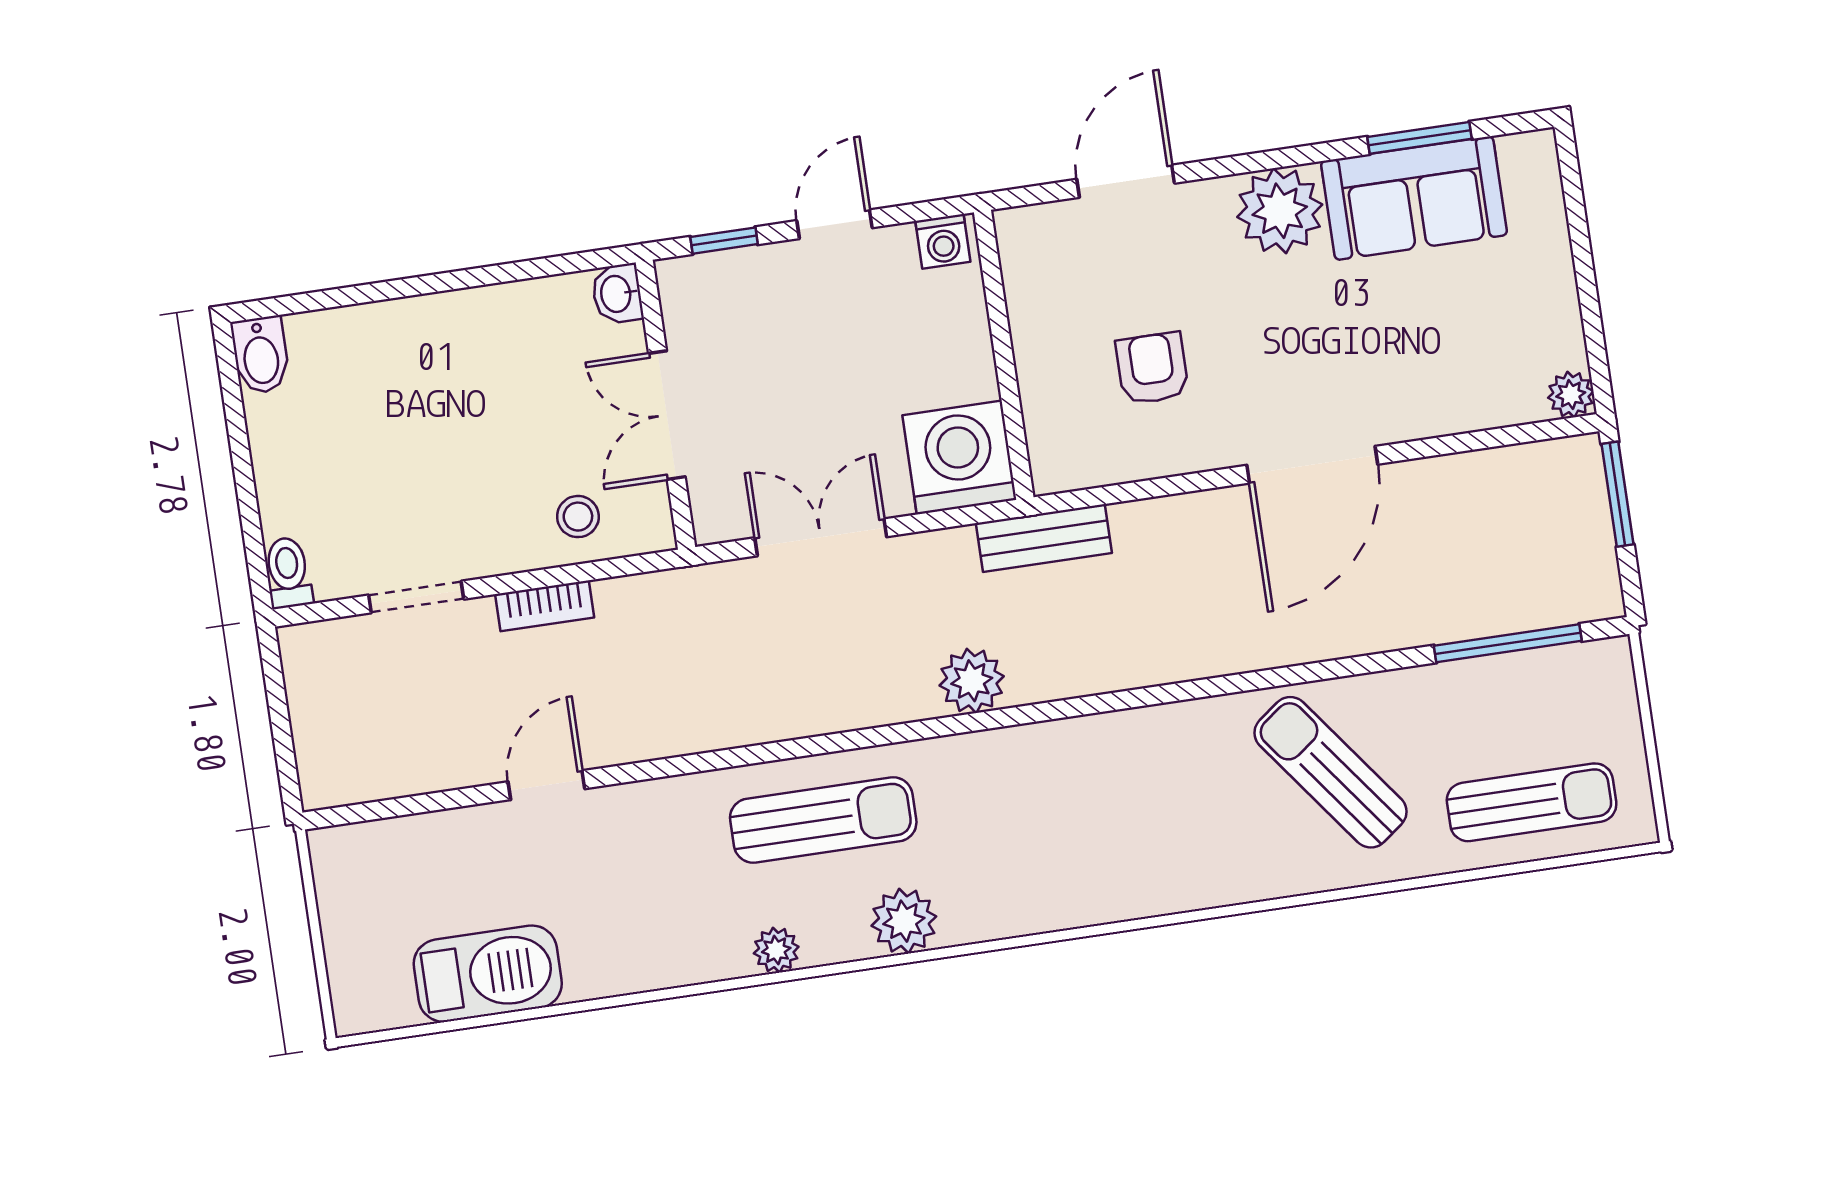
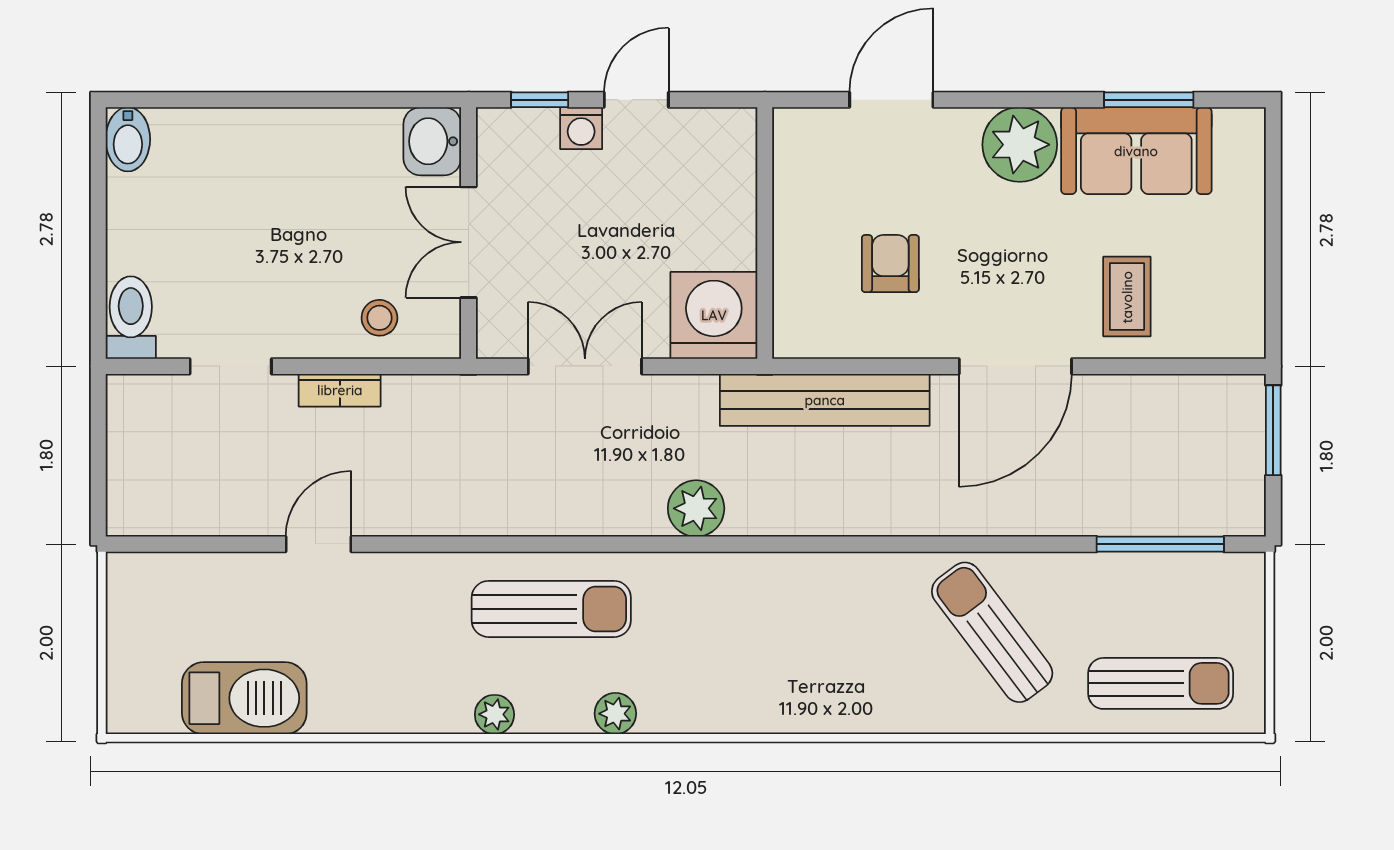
washing machine: (943, 241) -> (581, 128), moved
washbasin: (617, 294) -> (432, 141), width x1.38, depth x1.45
coffee table: (1428, 366) -> (1127, 297), added
plant: (1571, 395) -> (1246, 339), removed
bench: (1044, 538) -> (825, 400), width x1.86, depth x1.21
toilet: (288, 573) -> (131, 318), width x1.37, depth x1.39
plant: (904, 921) -> (615, 714), width x0.73, depth x0.73

